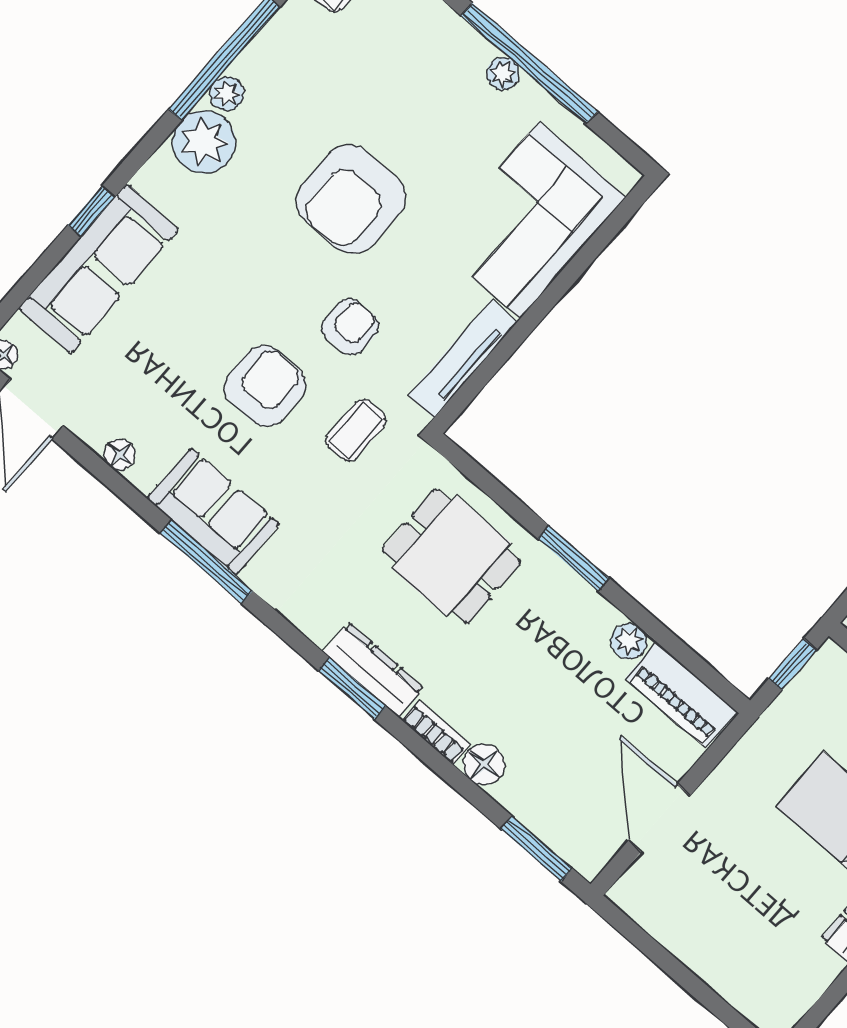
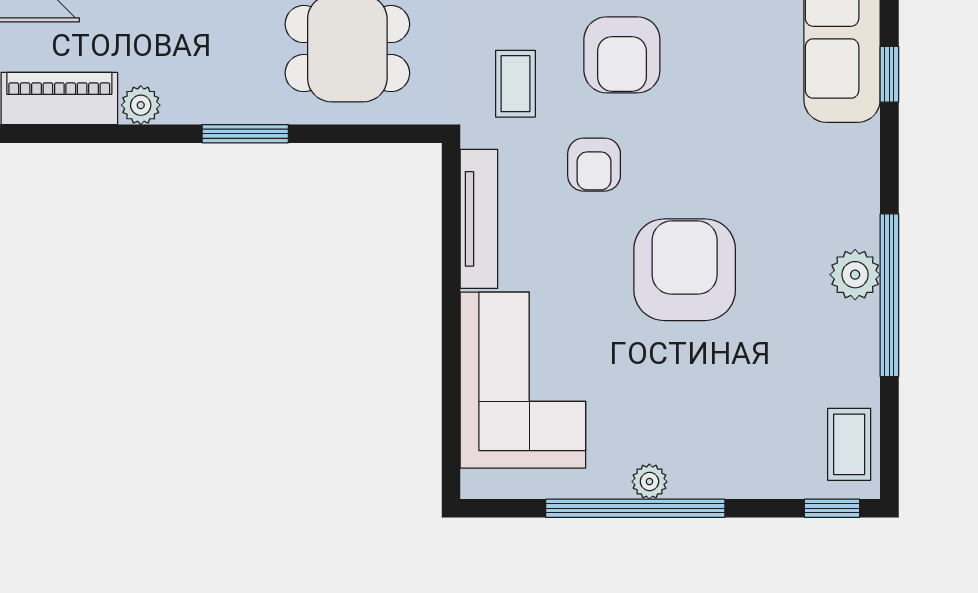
plant: (227, 94) -> (855, 275), width x1.38, depth x1.38
plant: (204, 142) -> (846, 212), removed

